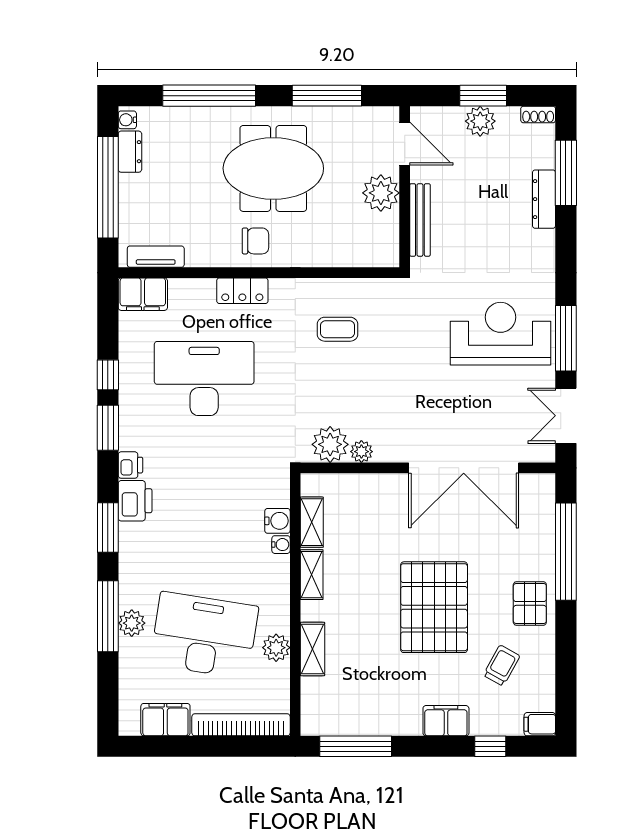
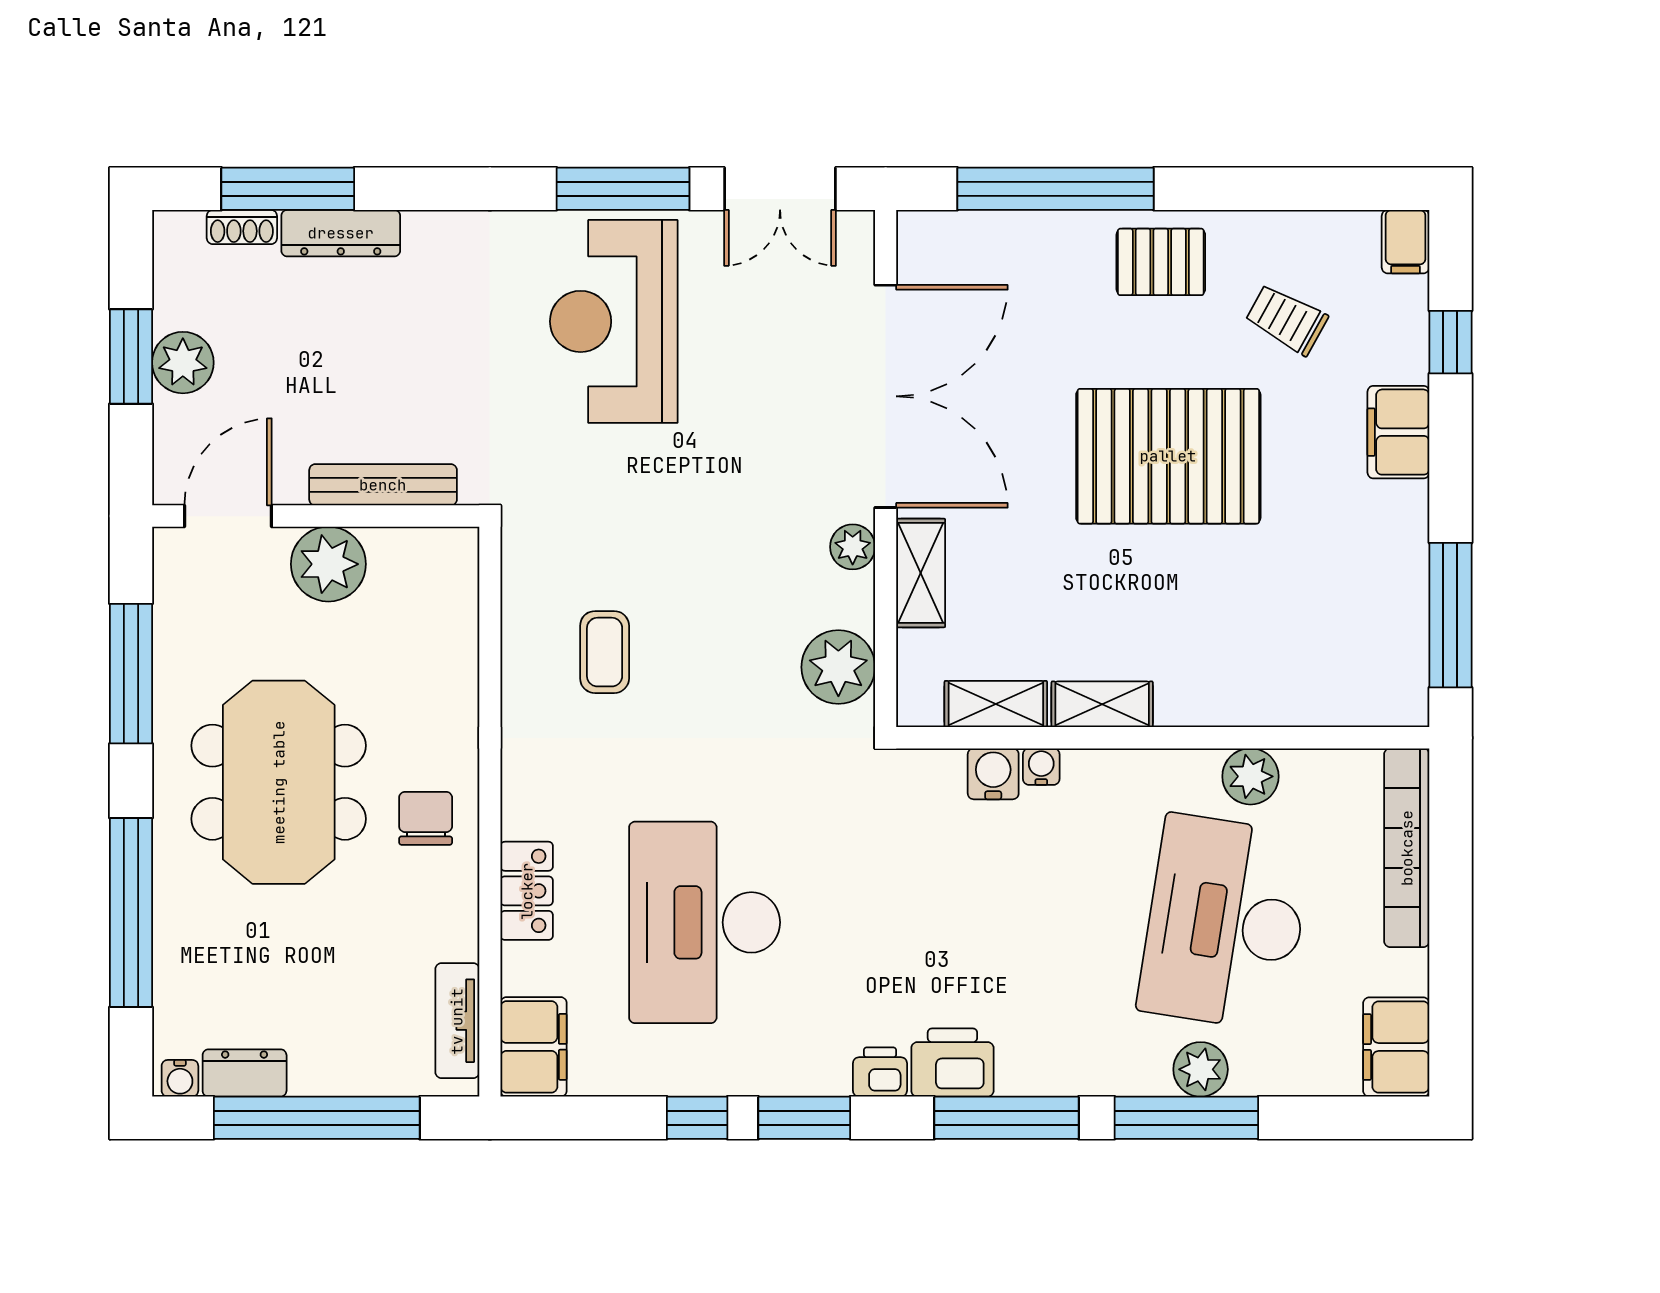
shoe rack: (538, 114) -> (242, 227), moved, turned 90
locker: (242, 291) -> (527, 891), moved
plant: (361, 452) -> (853, 547), moved
window: (108, 527) -> (1007, 1118), width x1.44
shelving: (313, 649) -> (921, 573), moved, turned 90
filing cabinet: (165, 720) -> (1396, 1047), moved

